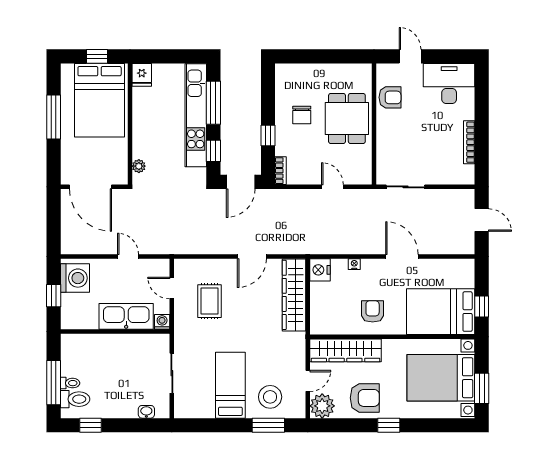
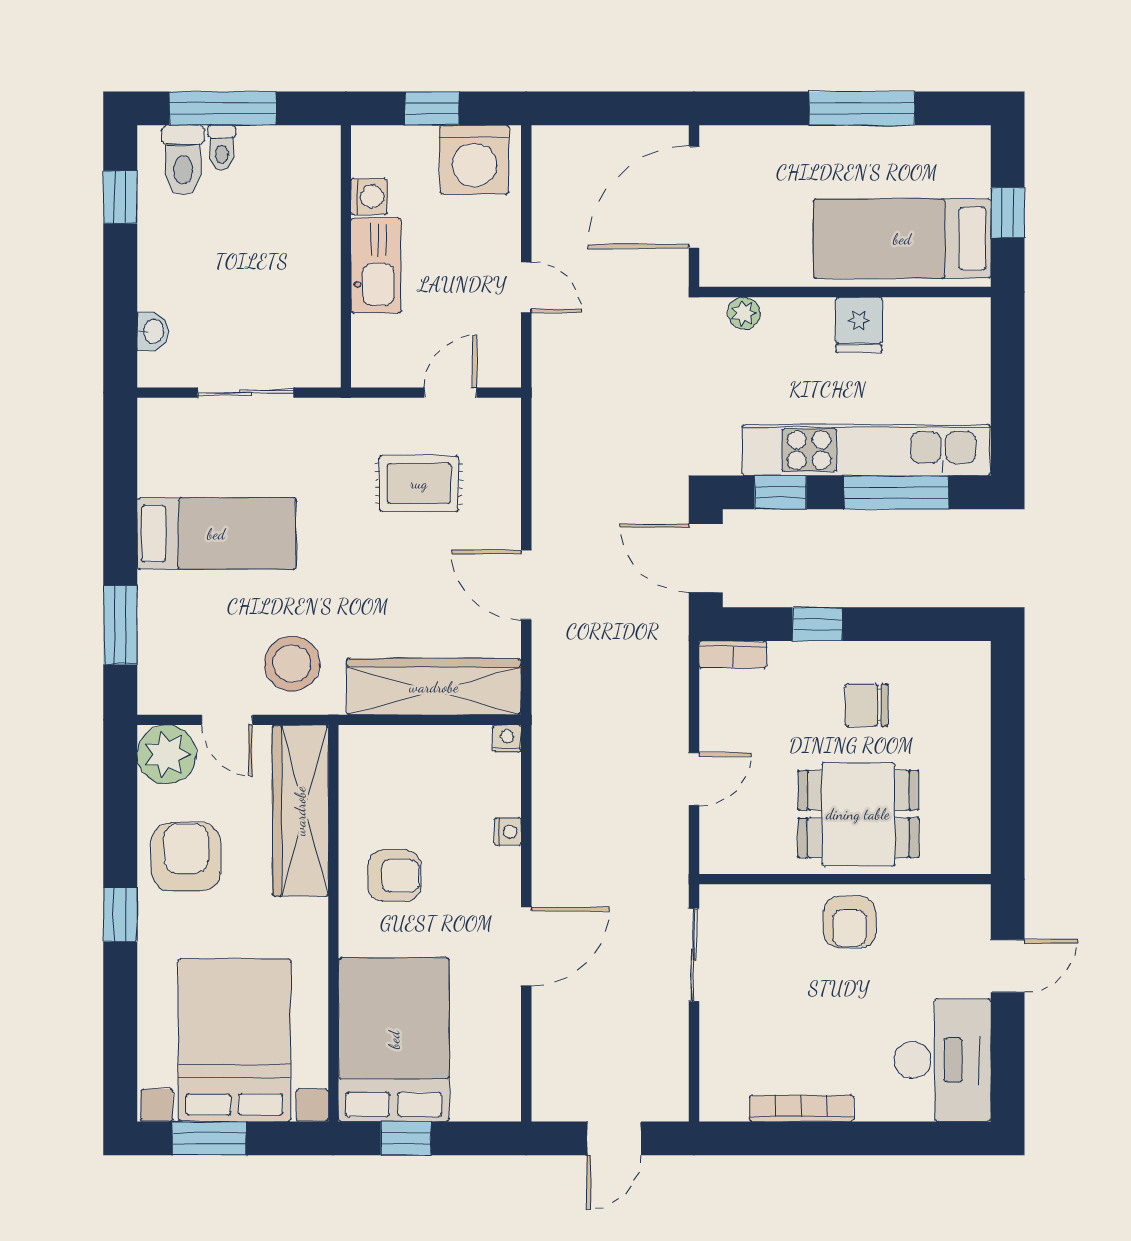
fridge: (142, 75) -> (859, 325), moved, turned -90
armchair: (390, 97) -> (850, 922), moved
bed: (100, 100) -> (902, 239), width x0.67
door: (128, 257) -> (526, 287), hinge flipped
nightstand: (320, 270) -> (507, 738), width x0.53, depth x0.56
kitchen sink: (126, 316) -> (376, 266), width x0.73, depth x0.81
washing machine: (162, 322) -> (369, 197), moved
stool: (270, 397) -> (292, 664), moved
armchair: (365, 398) -> (186, 857), turned 180

